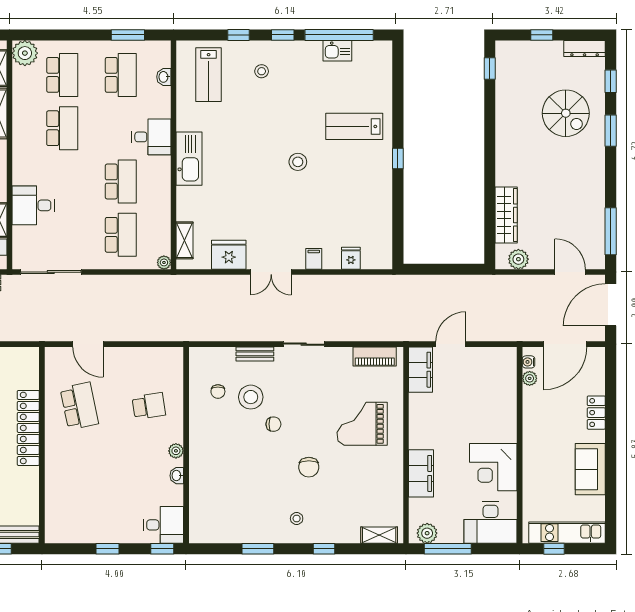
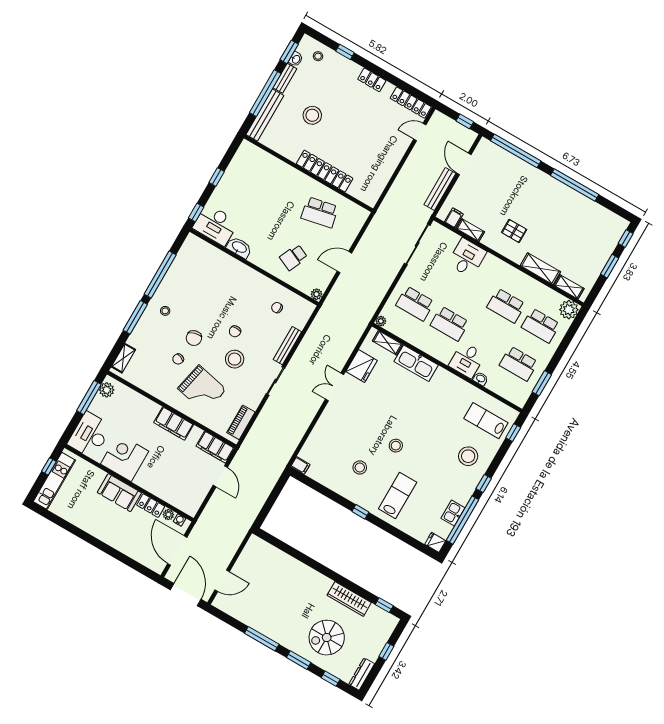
window: (239, 35) -> (513, 433), moved
stool: (262, 71) -> (468, 456), width x1.89, depth x1.89
washbasin: (164, 77) -> (481, 379), moved
kitchen sink: (189, 159) -> (416, 363), moved
stool: (347, 189) -> (360, 467), added
wardrobe: (506, 215) -> (349, 599), moved
window: (611, 231) -> (262, 639), moved
fridge: (351, 258) -> (435, 542), moved, turned 180
filing cabinet: (314, 259) -> (300, 465), moved
plant: (518, 259) -> (250, 552), removed
door: (88, 344) -> (344, 262), moved
bench: (255, 354) -> (287, 346), width x1.36
stool: (251, 397) -> (235, 359), moved
school desk: (149, 406) -> (294, 257), turned 33
locker: (596, 413) -> (151, 506), moved, turned 180
grand piano: (362, 424) -> (202, 389), turned 102
plant: (176, 451) -> (317, 294), moved
chair: (309, 467) -> (194, 338), turned -105
sofa: (590, 469) -> (119, 493), moved, turned 180
chair: (344, 471) -> (178, 359), added
filing cabinet: (421, 473) -> (174, 424), moved
washbasin: (177, 476) -> (239, 247), width x1.91, depth x1.45
desk: (164, 525) -> (215, 225), width x1.37
window: (258, 549) -> (160, 275), width x2.11
window: (324, 549) -> (135, 317), width x2.17

